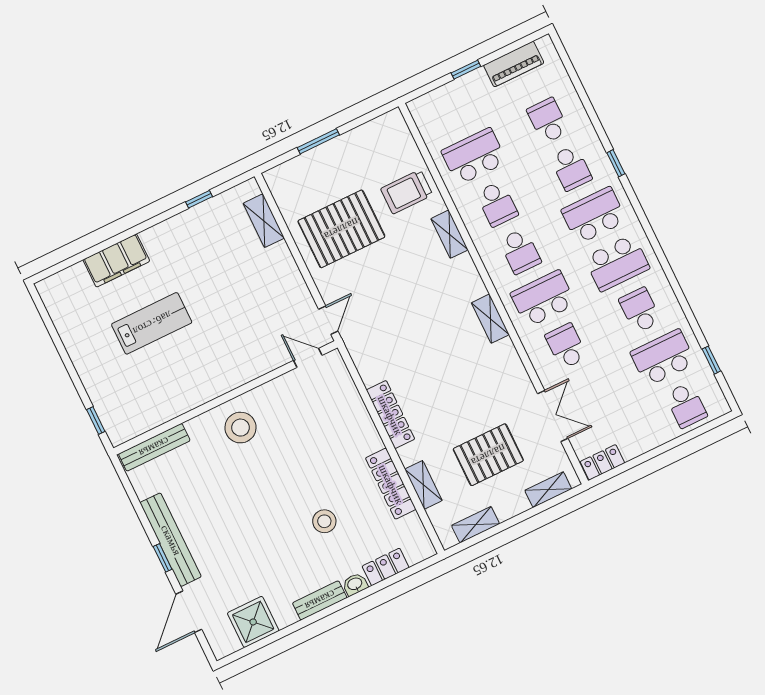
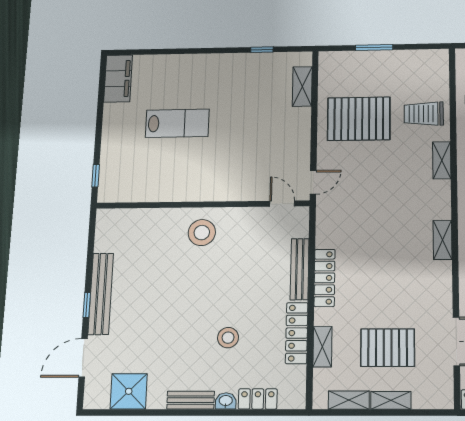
filing cabinet: (116, 260) -> (118, 79), moved, turned -90
bench: (154, 447) -> (300, 269), moved, turned 90
shelving: (548, 490) -> (391, 400), moved

